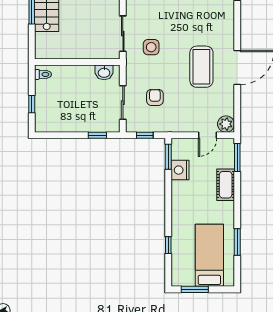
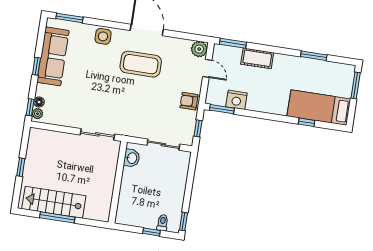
side table: (151, 47) -> (103, 36), moved
toilet: (43, 74) -> (163, 223), moved
armchair: (155, 97) -> (189, 101), moved
window: (97, 135) -> (184, 221), moved
bed: (209, 255) -> (319, 108), moved
window: (195, 289) -> (356, 85), moved

